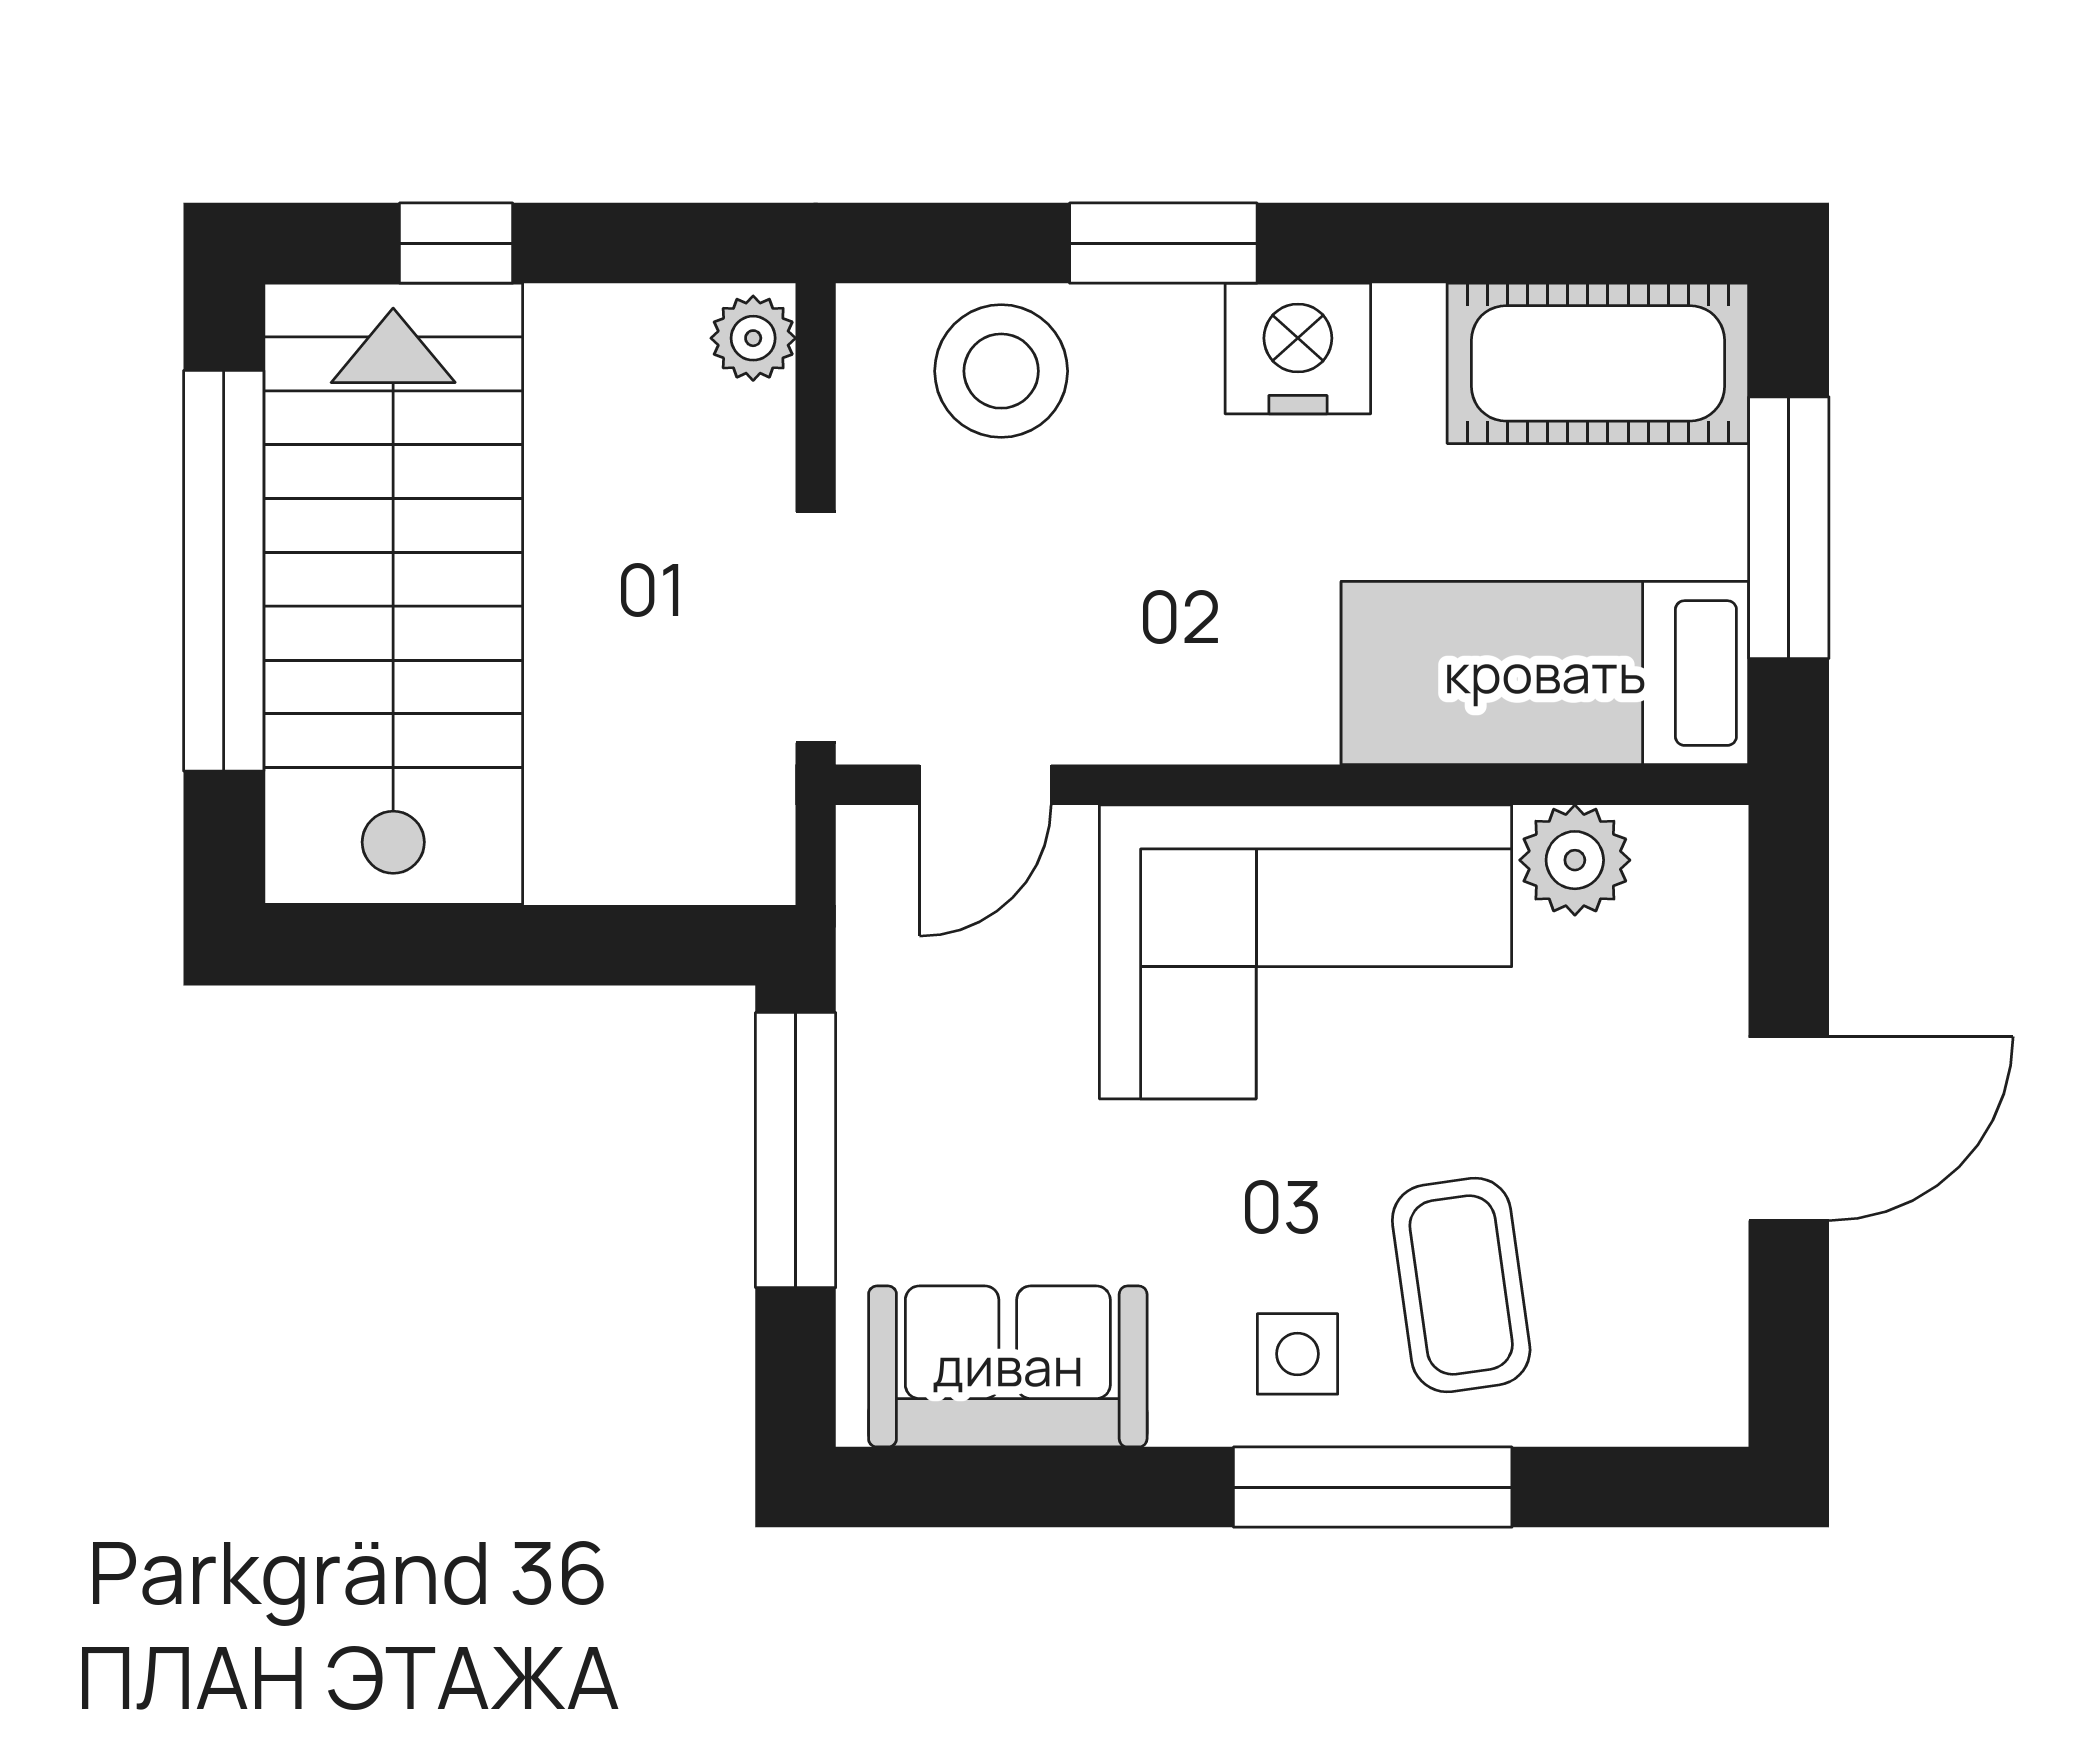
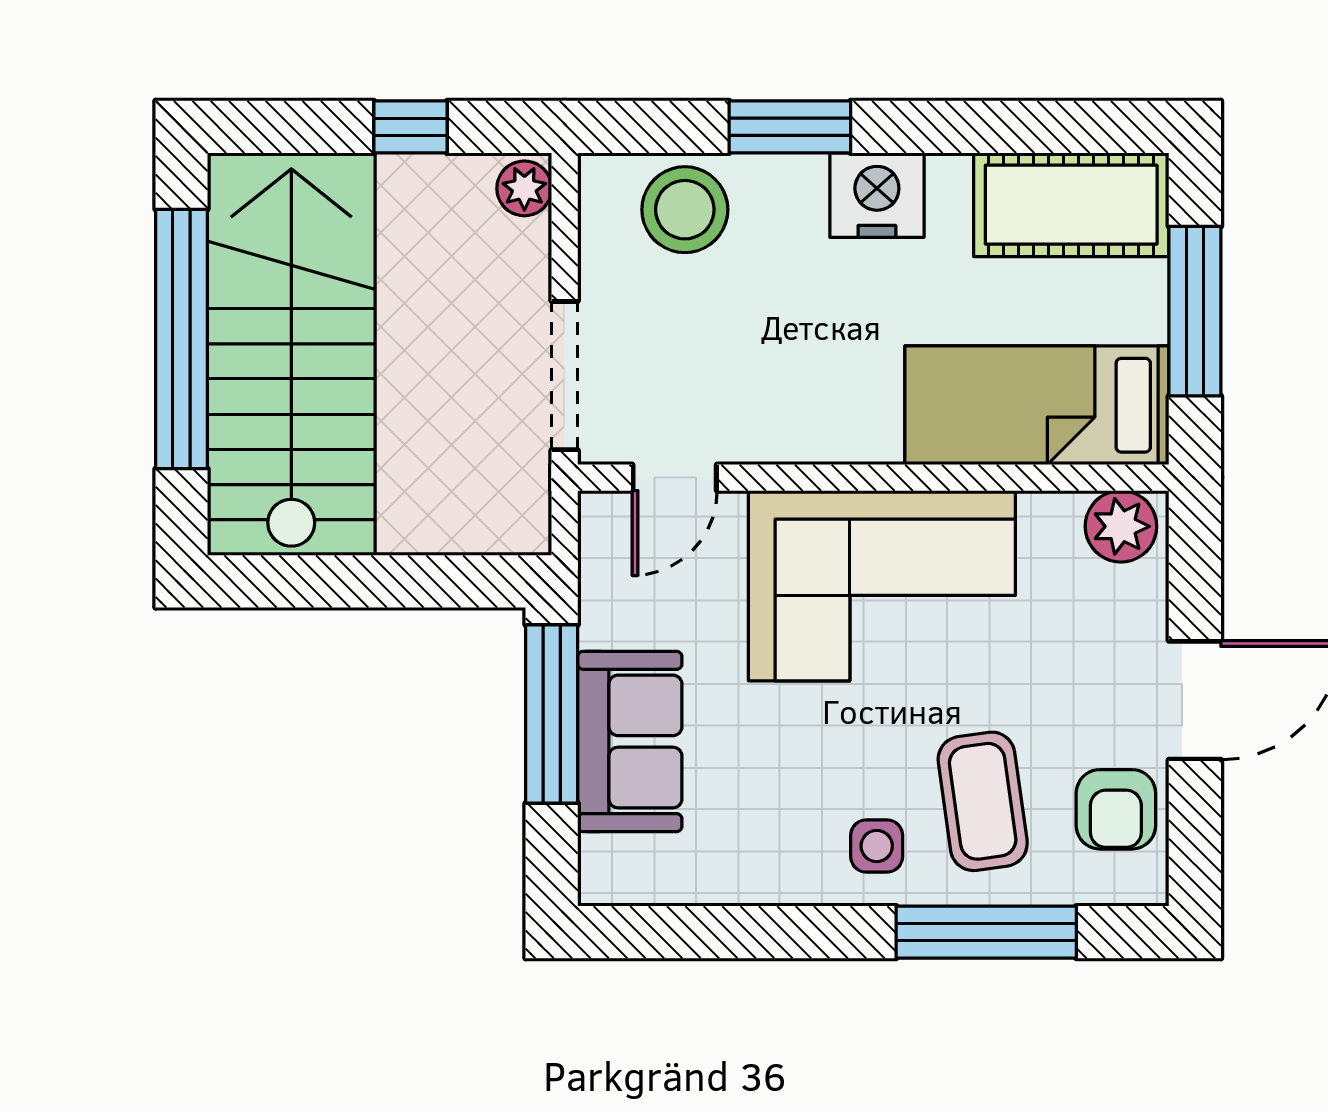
window: (456, 243) -> (411, 127), moved
plant: (1575, 860) -> (1121, 526), moved
armchair: (1667, 1297) -> (1116, 809), added
sofa: (1008, 1366) -> (630, 741), moved, turned 90
window: (1373, 1487) -> (986, 932), moved

